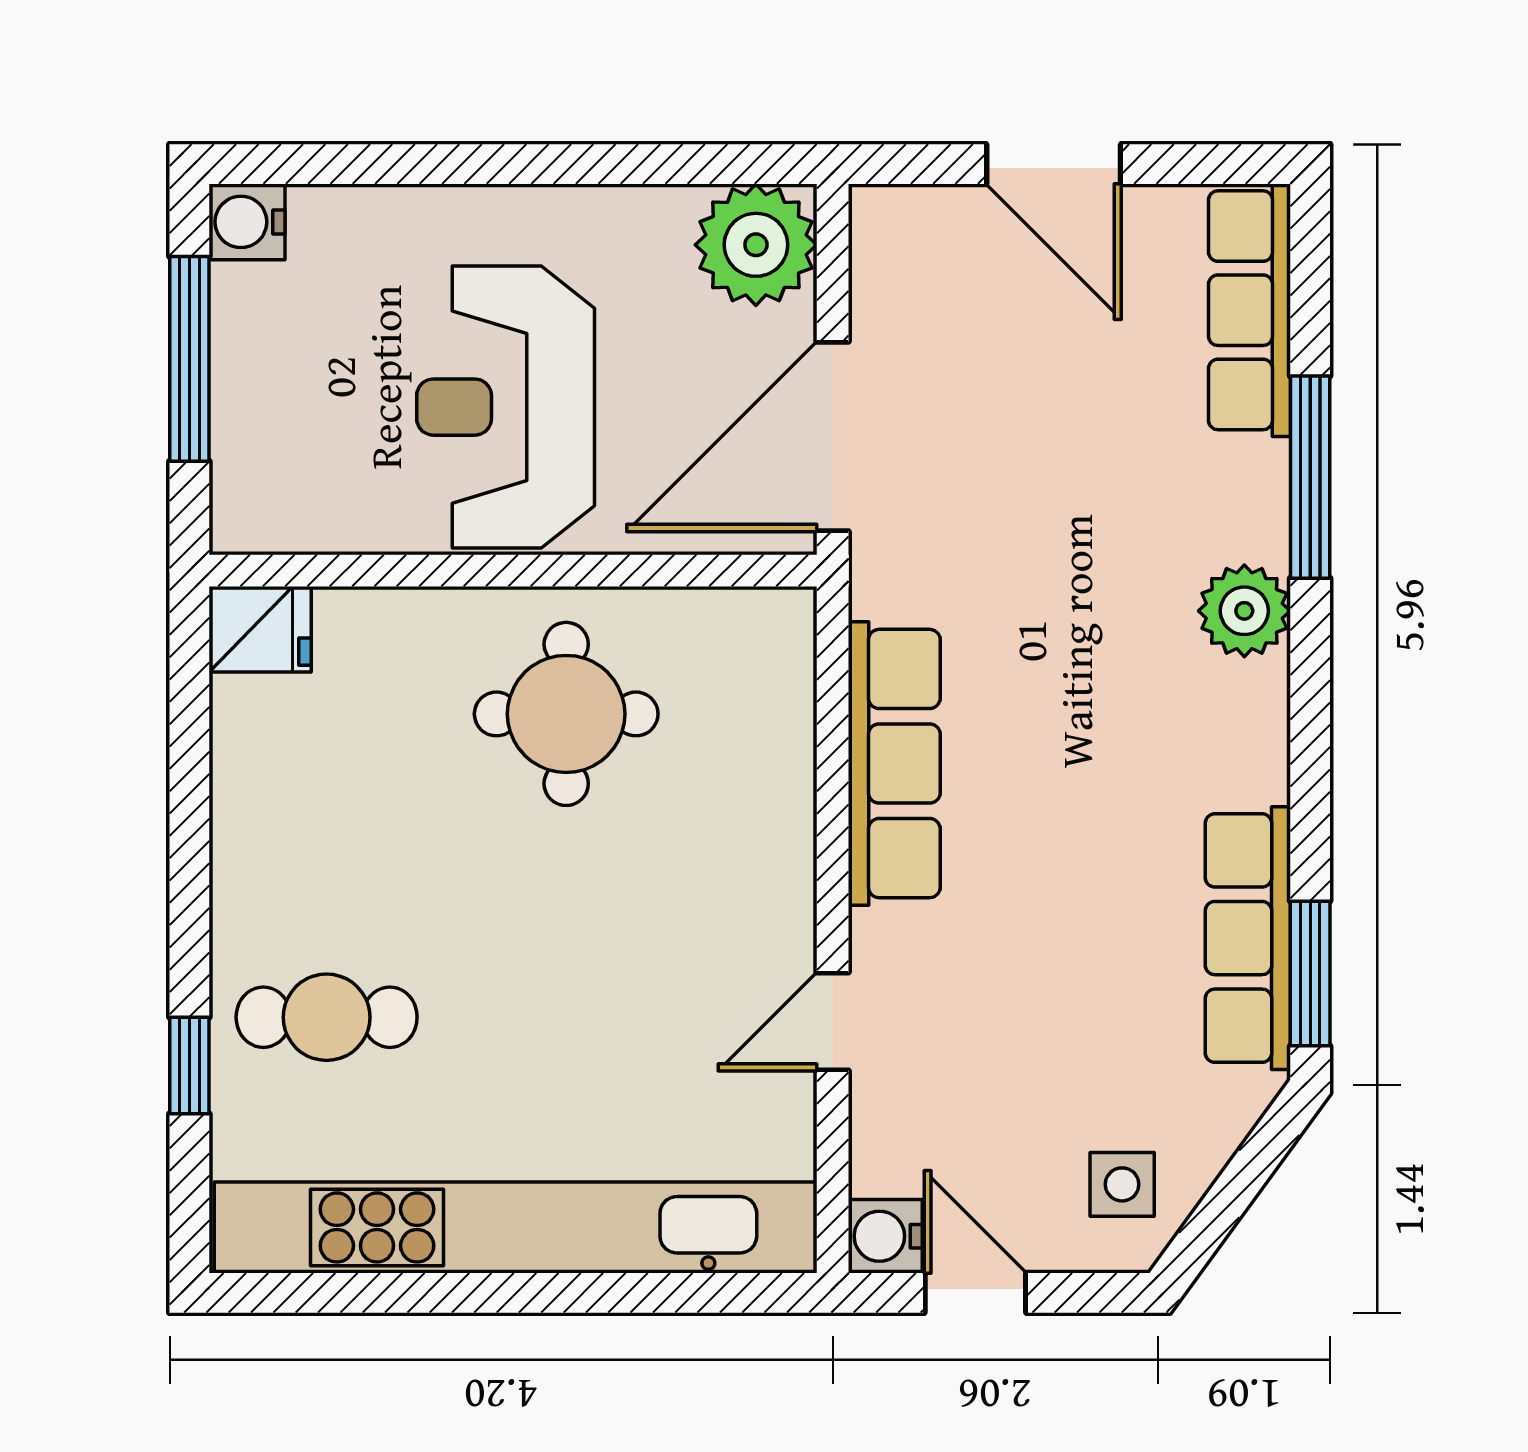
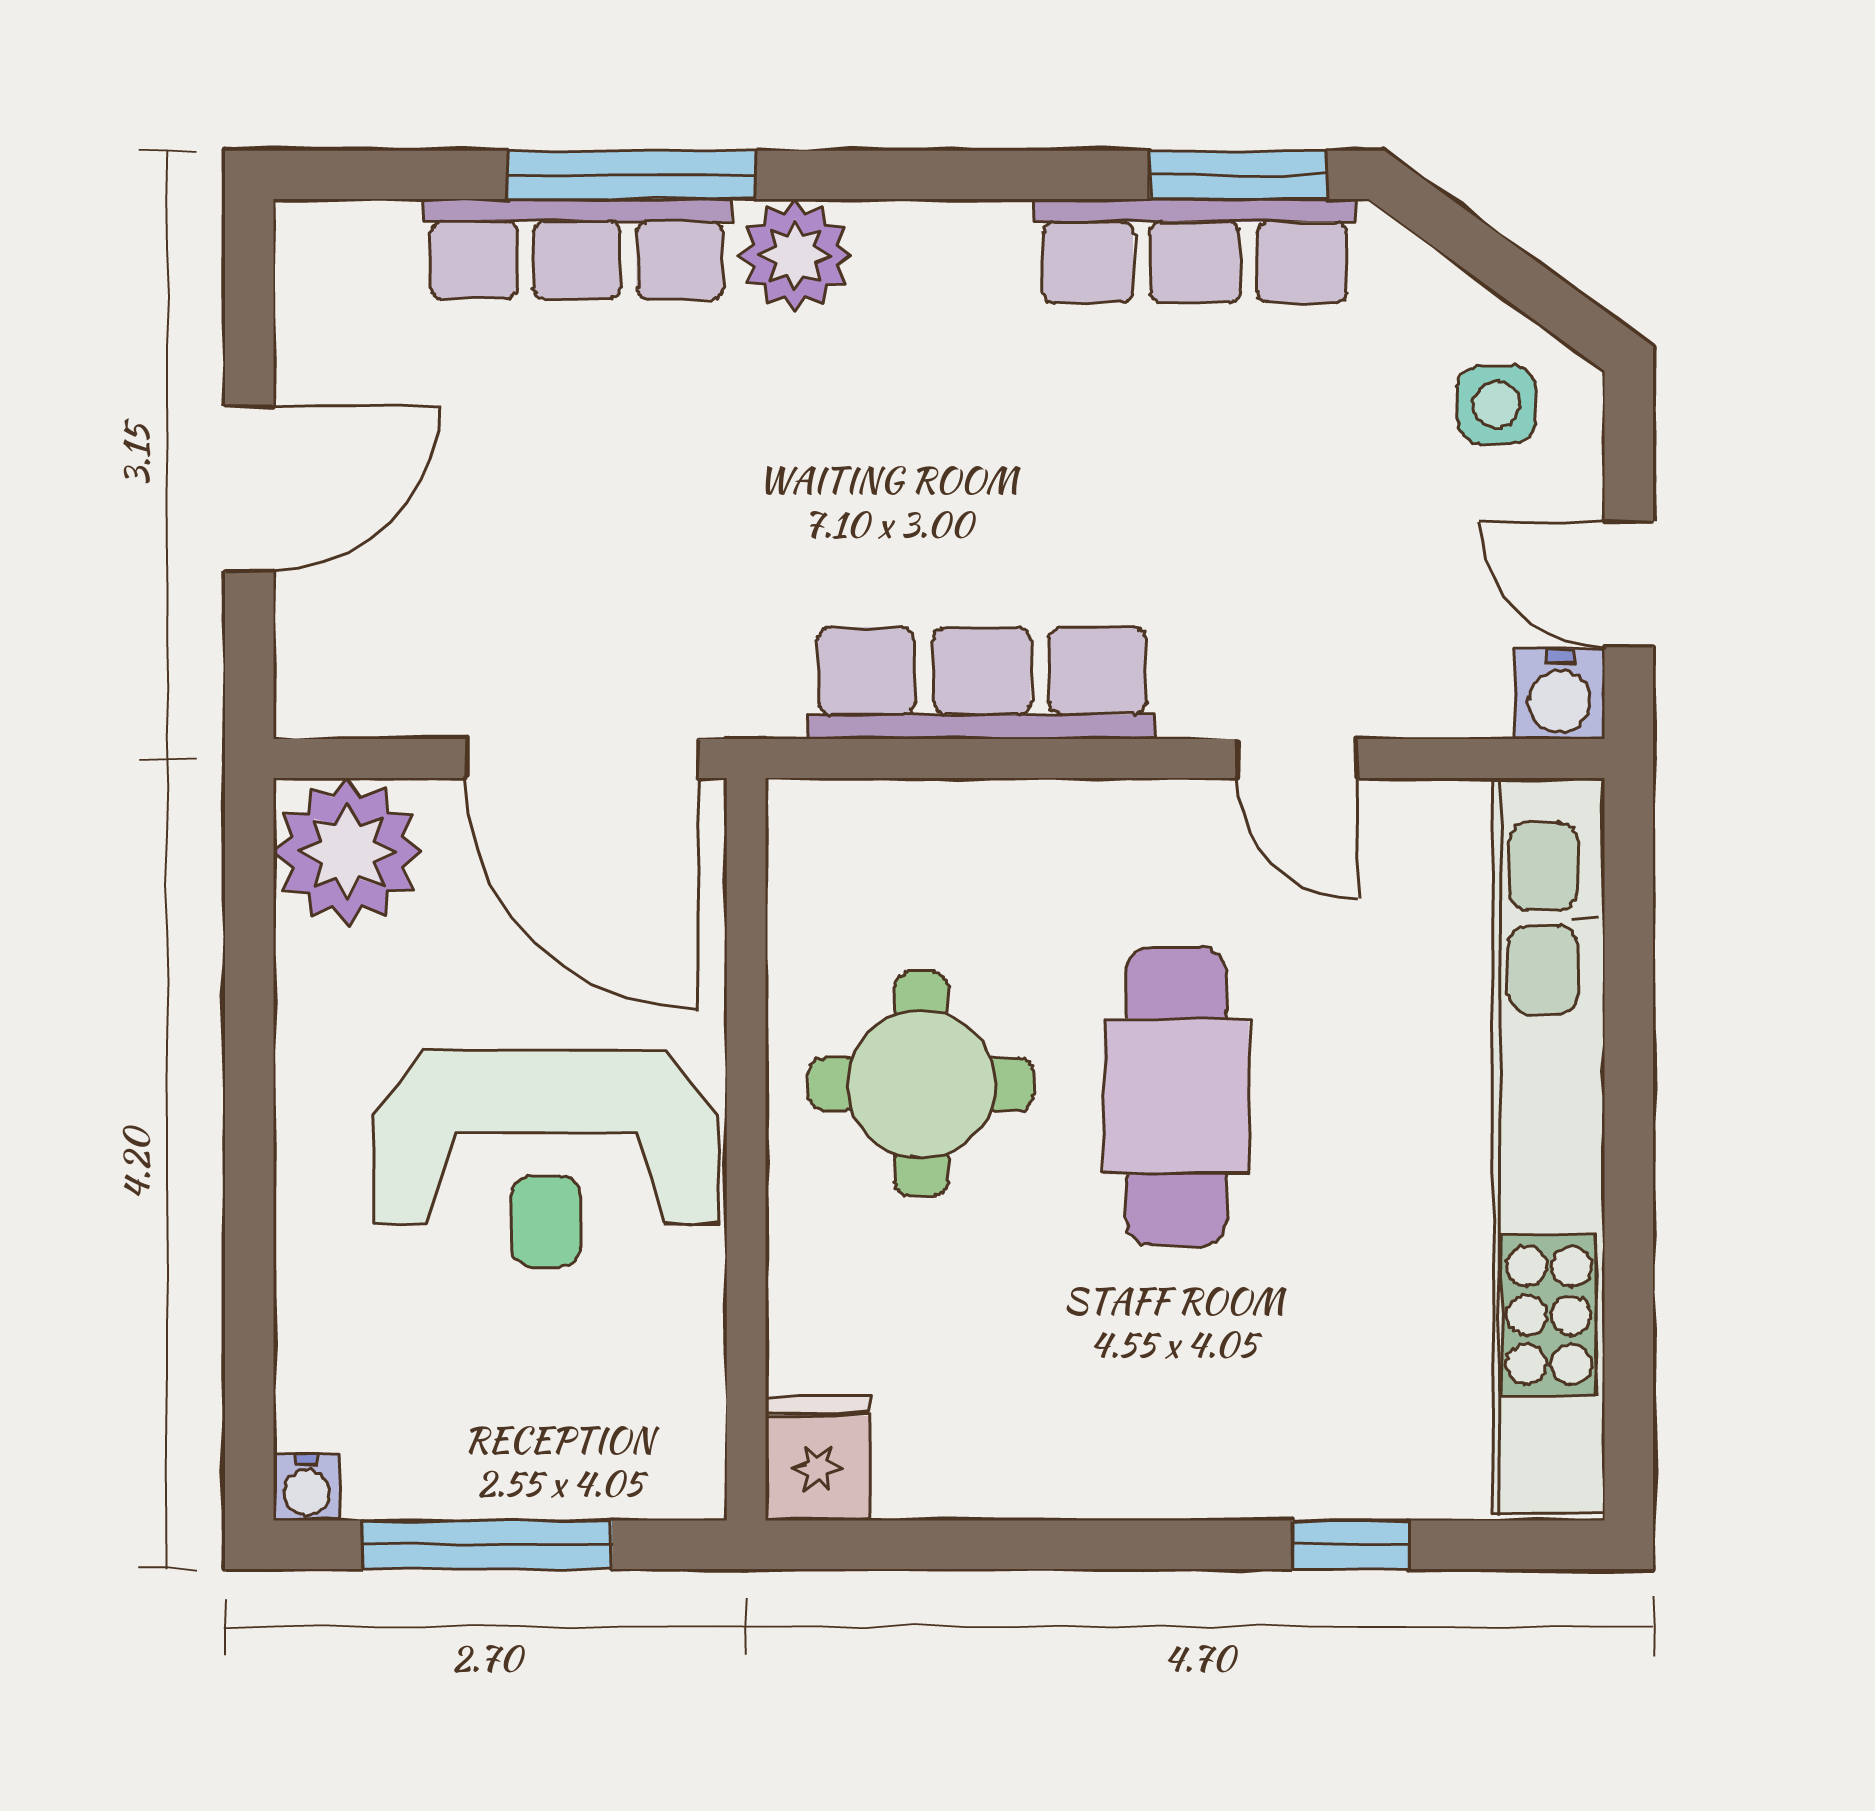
water cooler: (247, 222) -> (307, 1487), width x0.72, depth x0.72
row of seats: (1249, 310) -> (577, 249), moved
cafe table: (327, 1017) -> (1176, 1096), moved, width x1.37, depth x1.35
door: (975, 1293) -> (1629, 584), hinge flipped

